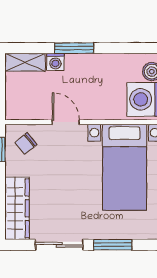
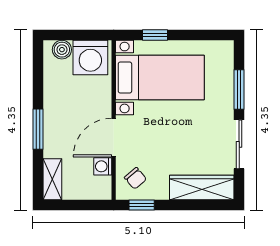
washing machine: (55, 62) -> (103, 166), moved, turned 180
door: (66, 122) -> (114, 138), width x1.38

